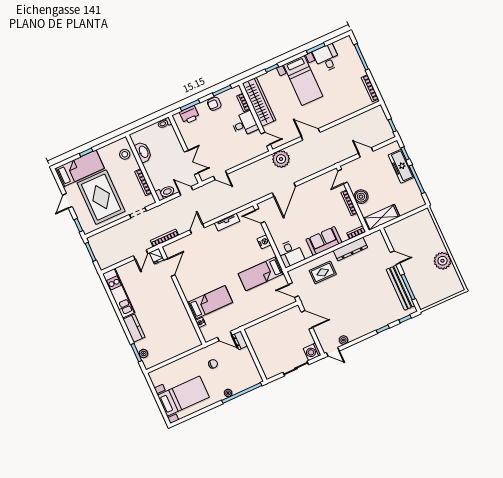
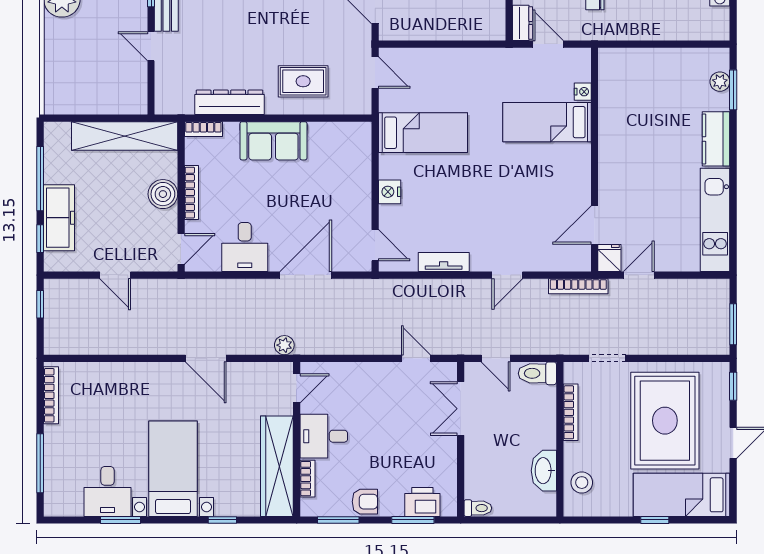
door: (266, 139) -> (297, 388), swing flipped
plant: (281, 159) -> (284, 345), width x0.53, depth x0.53
shelving: (382, 217) -> (125, 136), width x1.47
desk: (290, 253) -> (245, 247), moved, turned 180

